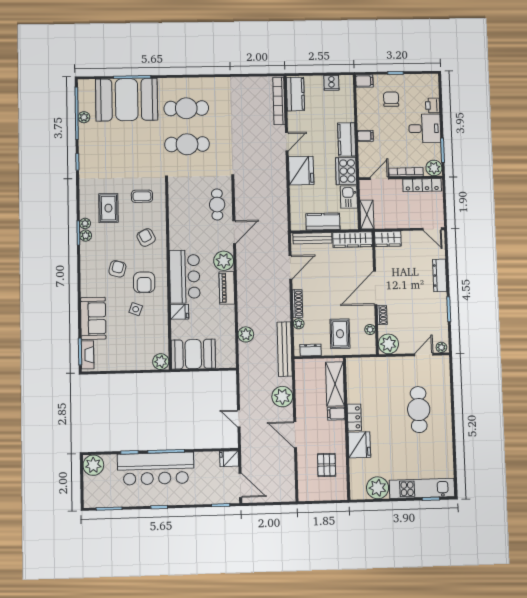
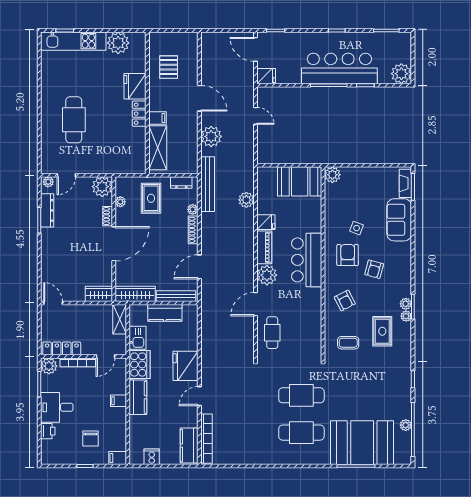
dresser: (440, 275) -> (47, 210), moved
fridge: (180, 312) -> (266, 222), moved, turned 180

